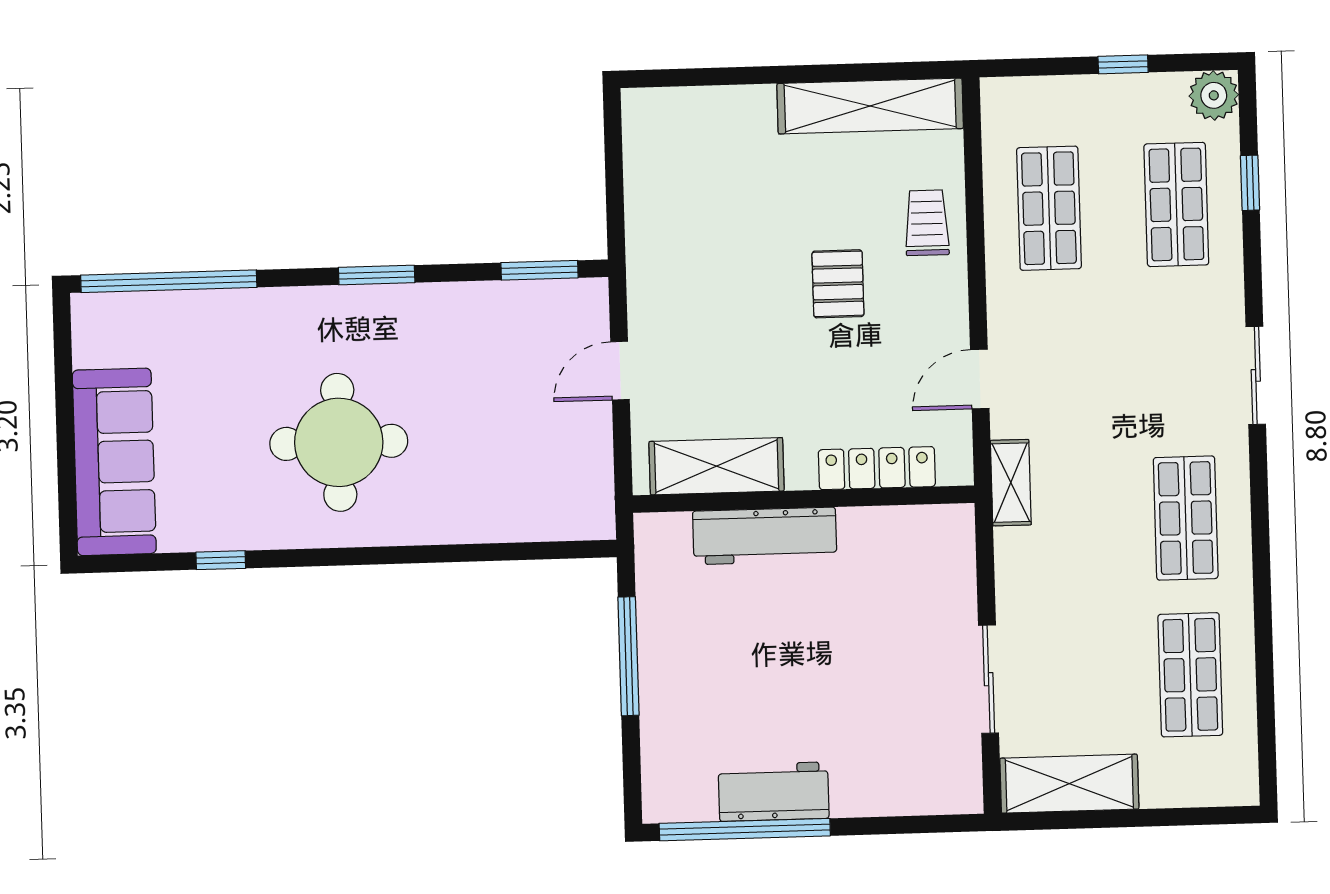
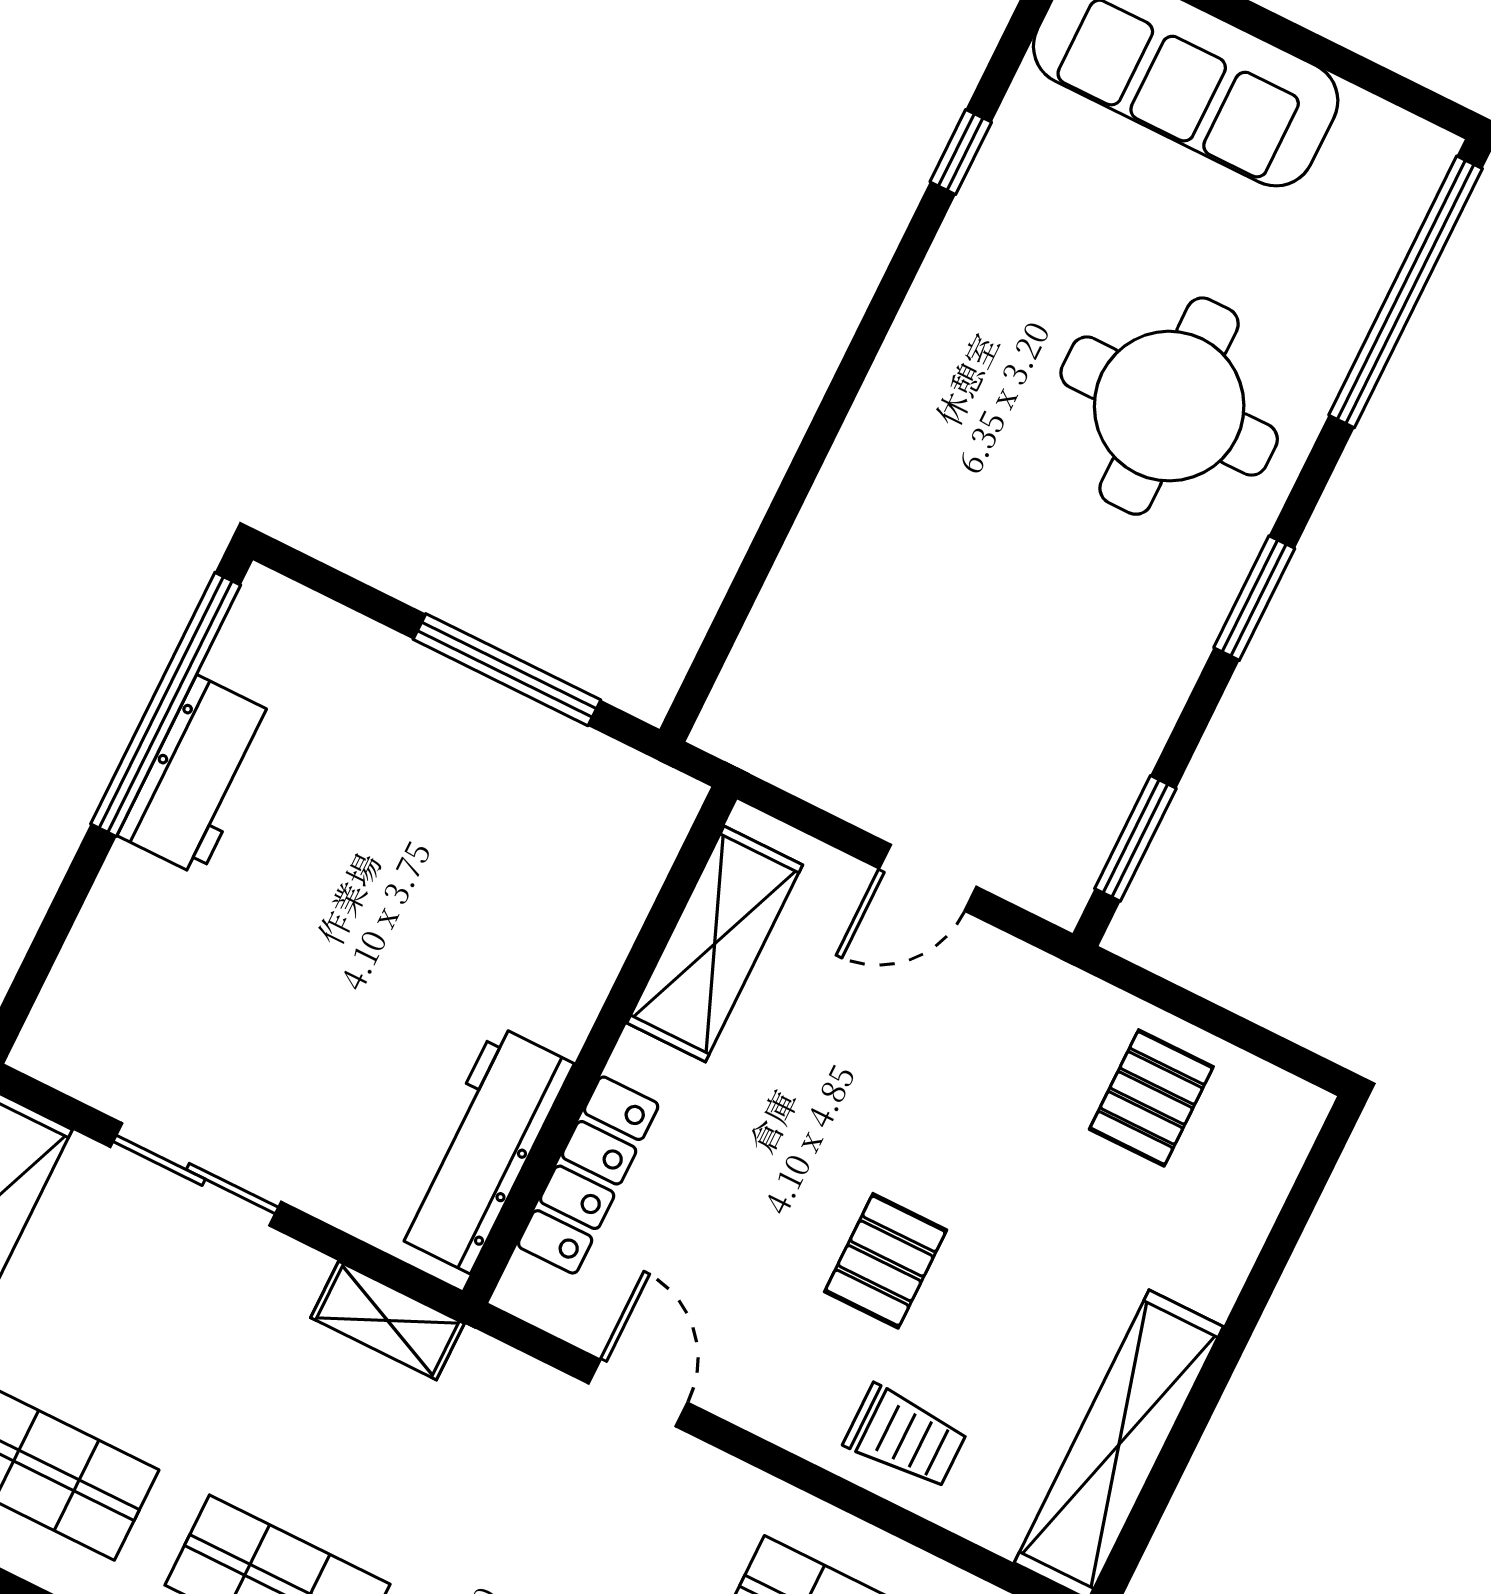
pallet: (675, 188) -> (1151, 1098), added
pallet: (838, 284) -> (886, 1261), turned 90
door: (620, 371) -> (928, 878), swing flipped
round table: (339, 442) -> (1169, 406), moved
shelving: (1011, 483) -> (387, 1321), moved
workbench: (765, 536) -> (483, 1149), moved

